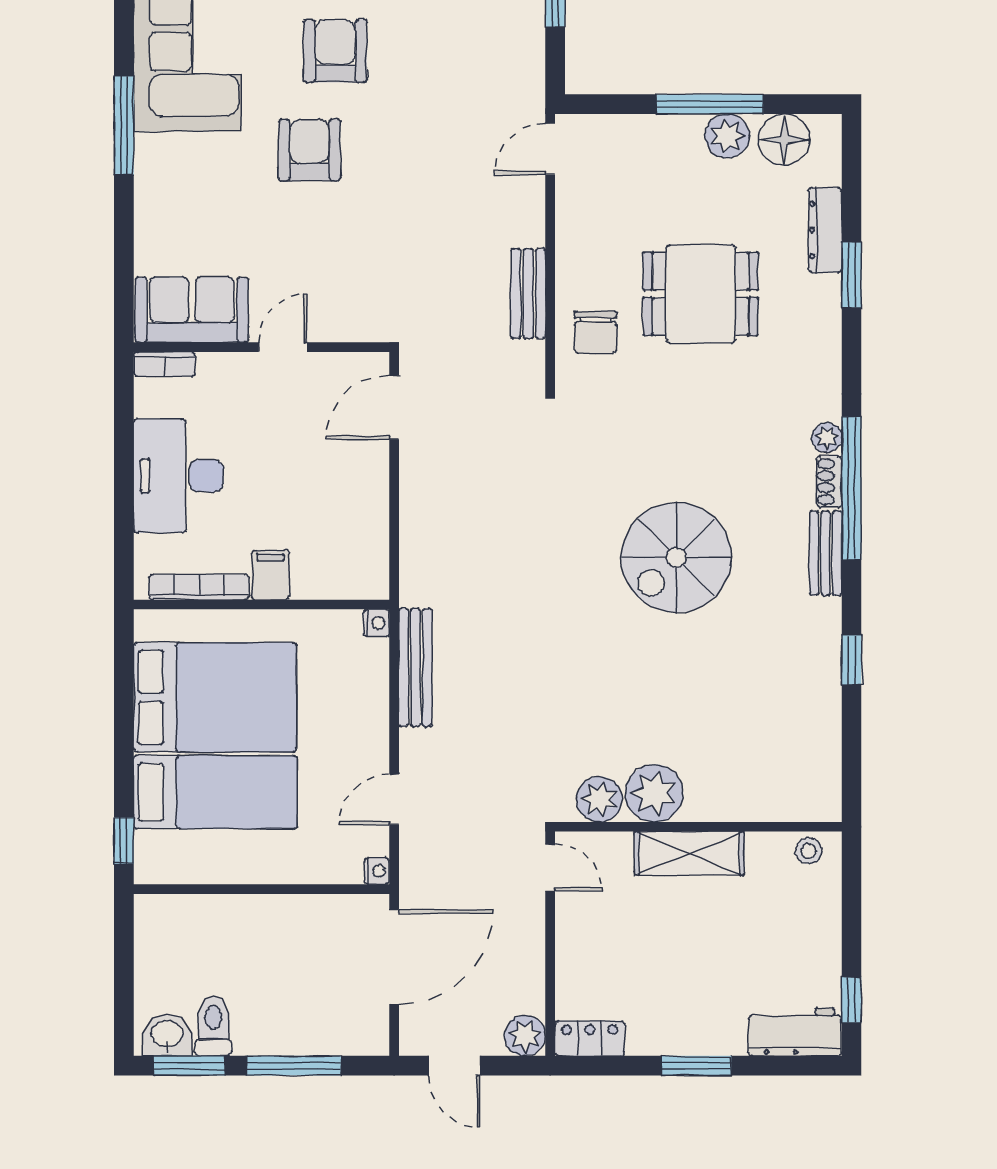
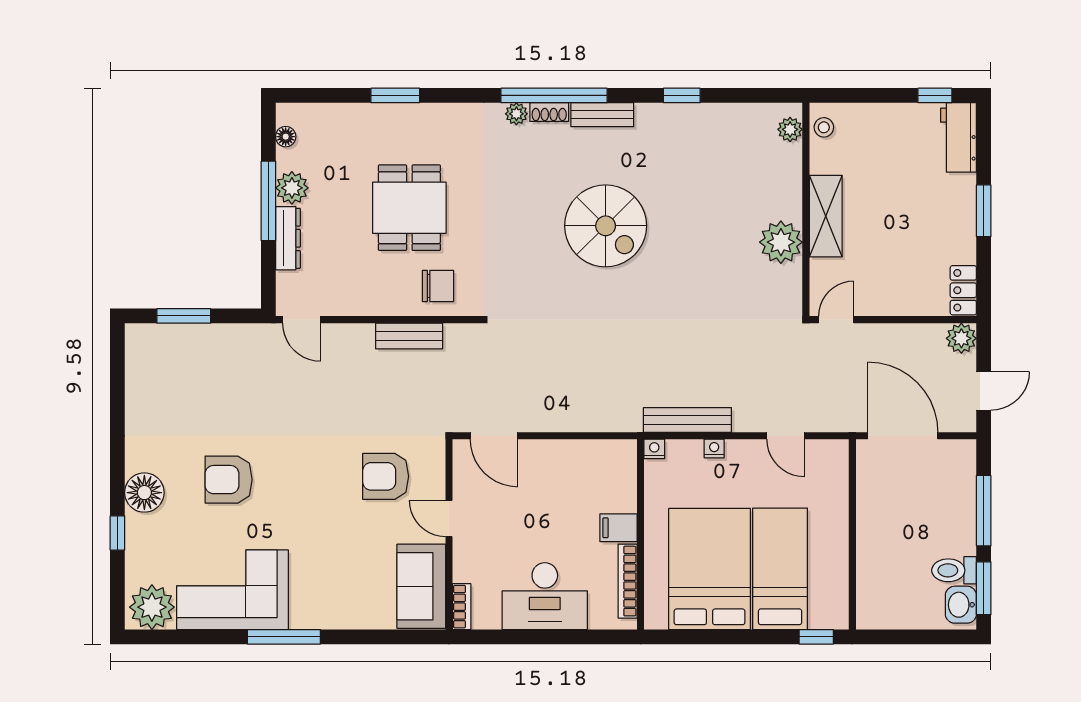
floor lamp: (784, 140) -> (286, 137), width x0.53, depth x0.53
armchair: (309, 150) -> (386, 476), moved
dresser: (825, 230) -> (288, 238), moved, turned -90
plant: (599, 799) -> (790, 129), moved, width x0.73, depth x0.73
nightstand: (377, 871) -> (714, 449), moved

